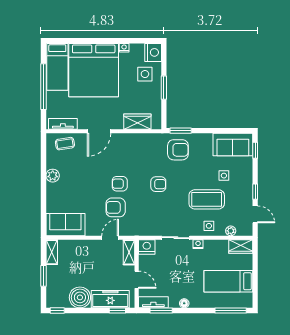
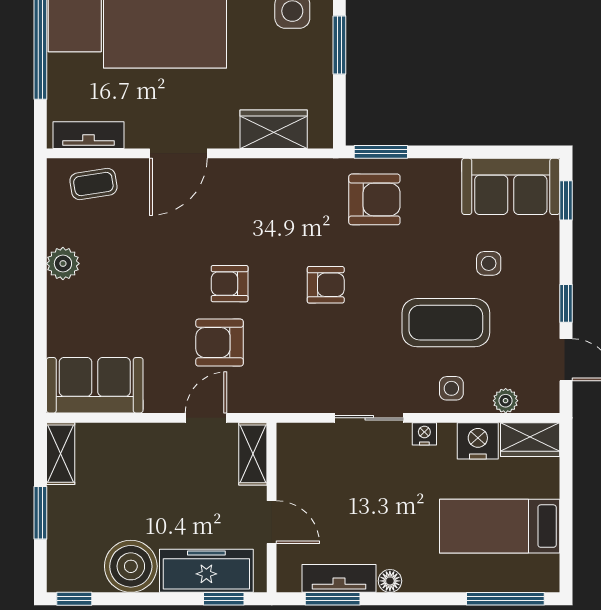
nightstand: (147, 247) -> (478, 441), moved
tv unit: (153, 302) -> (339, 578), moved

